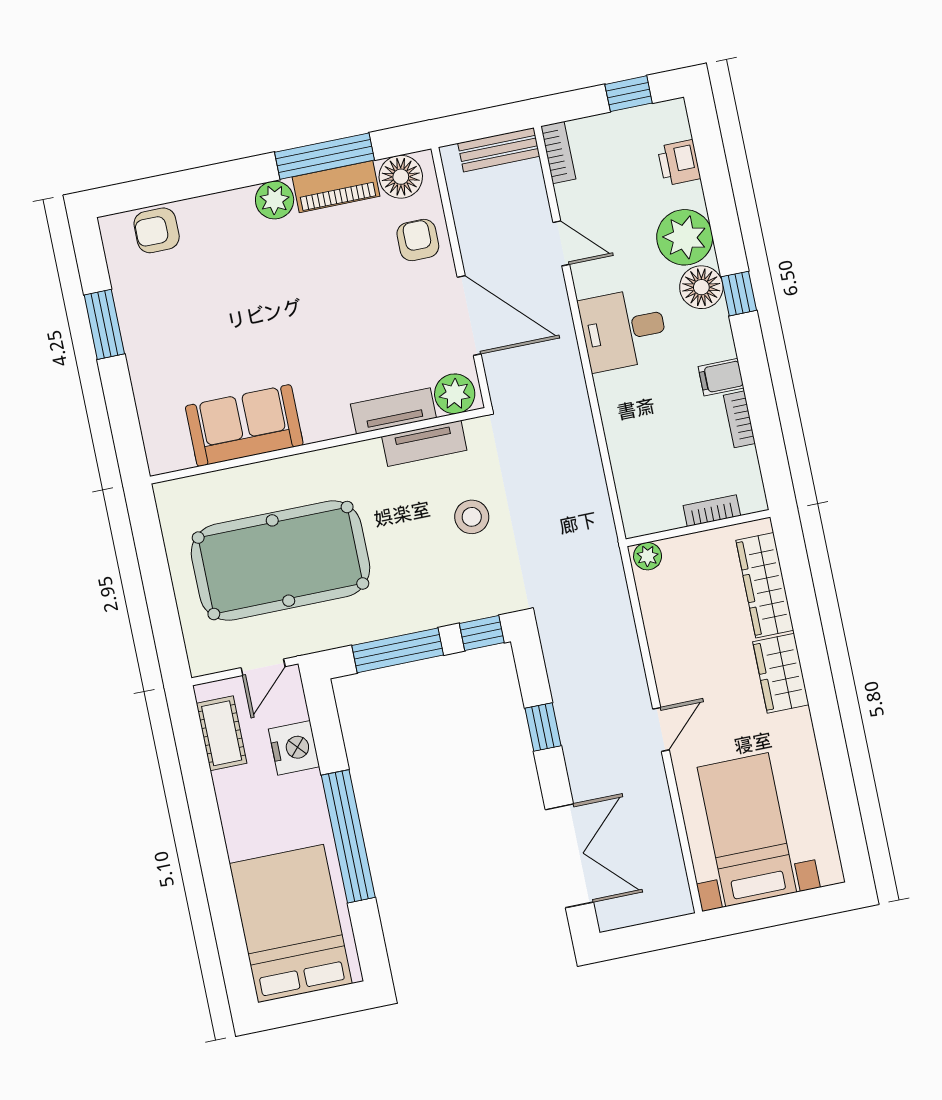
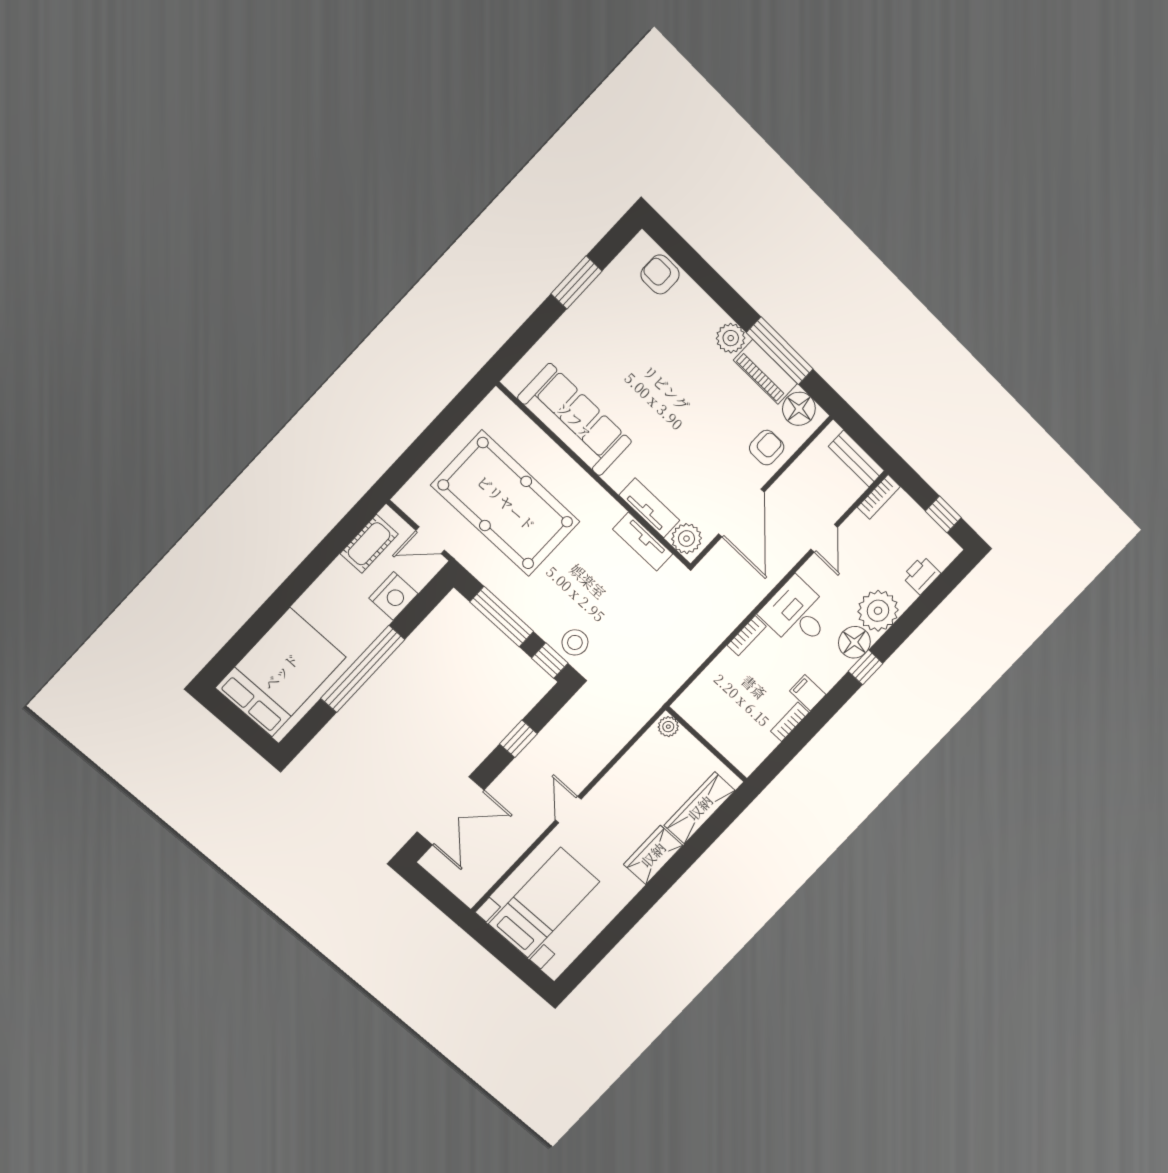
sofa: (244, 426) -> (575, 420), width x1.36
bookcase: (712, 511) -> (747, 636), moved, turned 90
stool: (472, 517) -> (575, 642), moved
door: (661, 729) -> (568, 810), swing flipped

